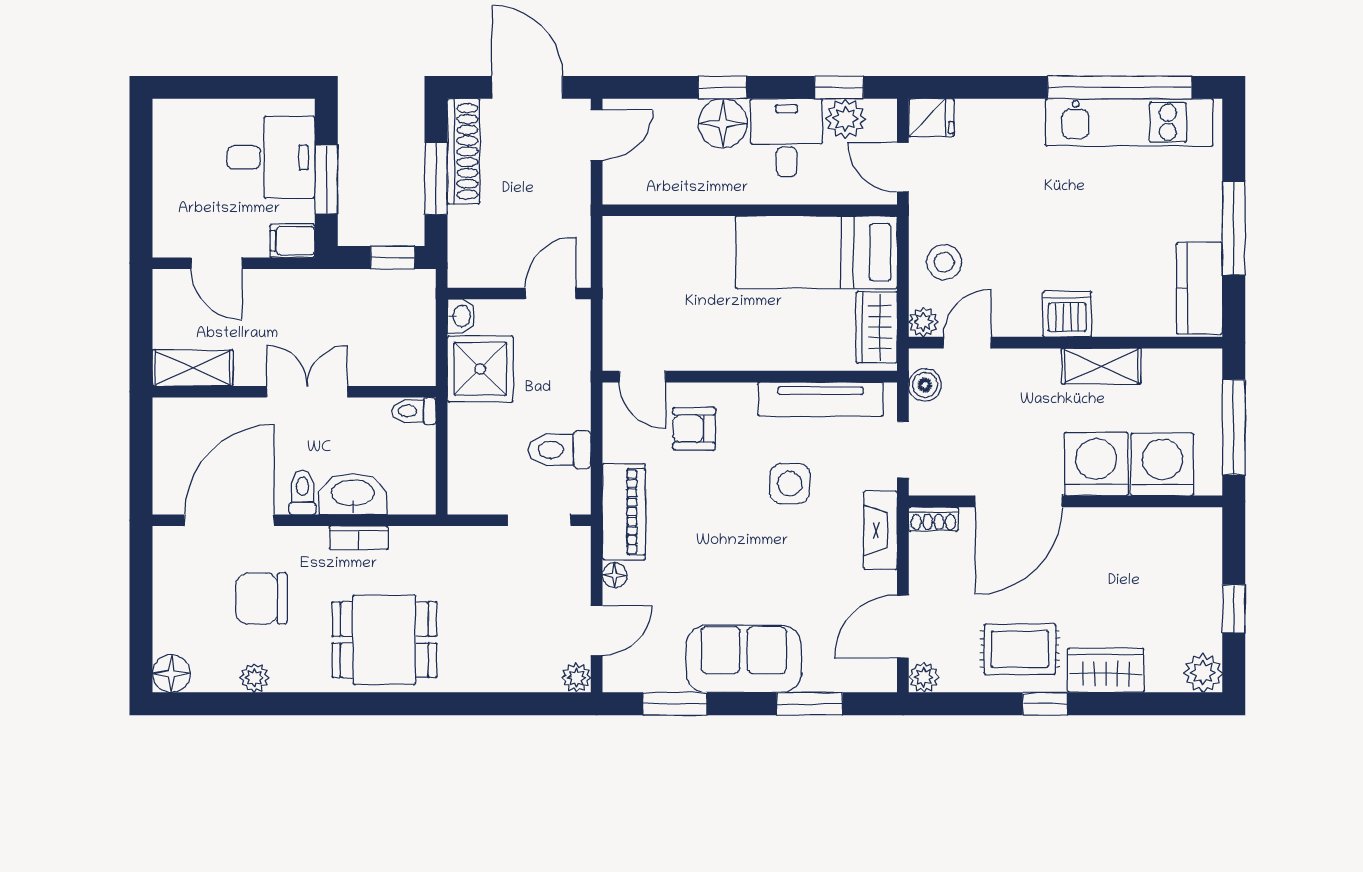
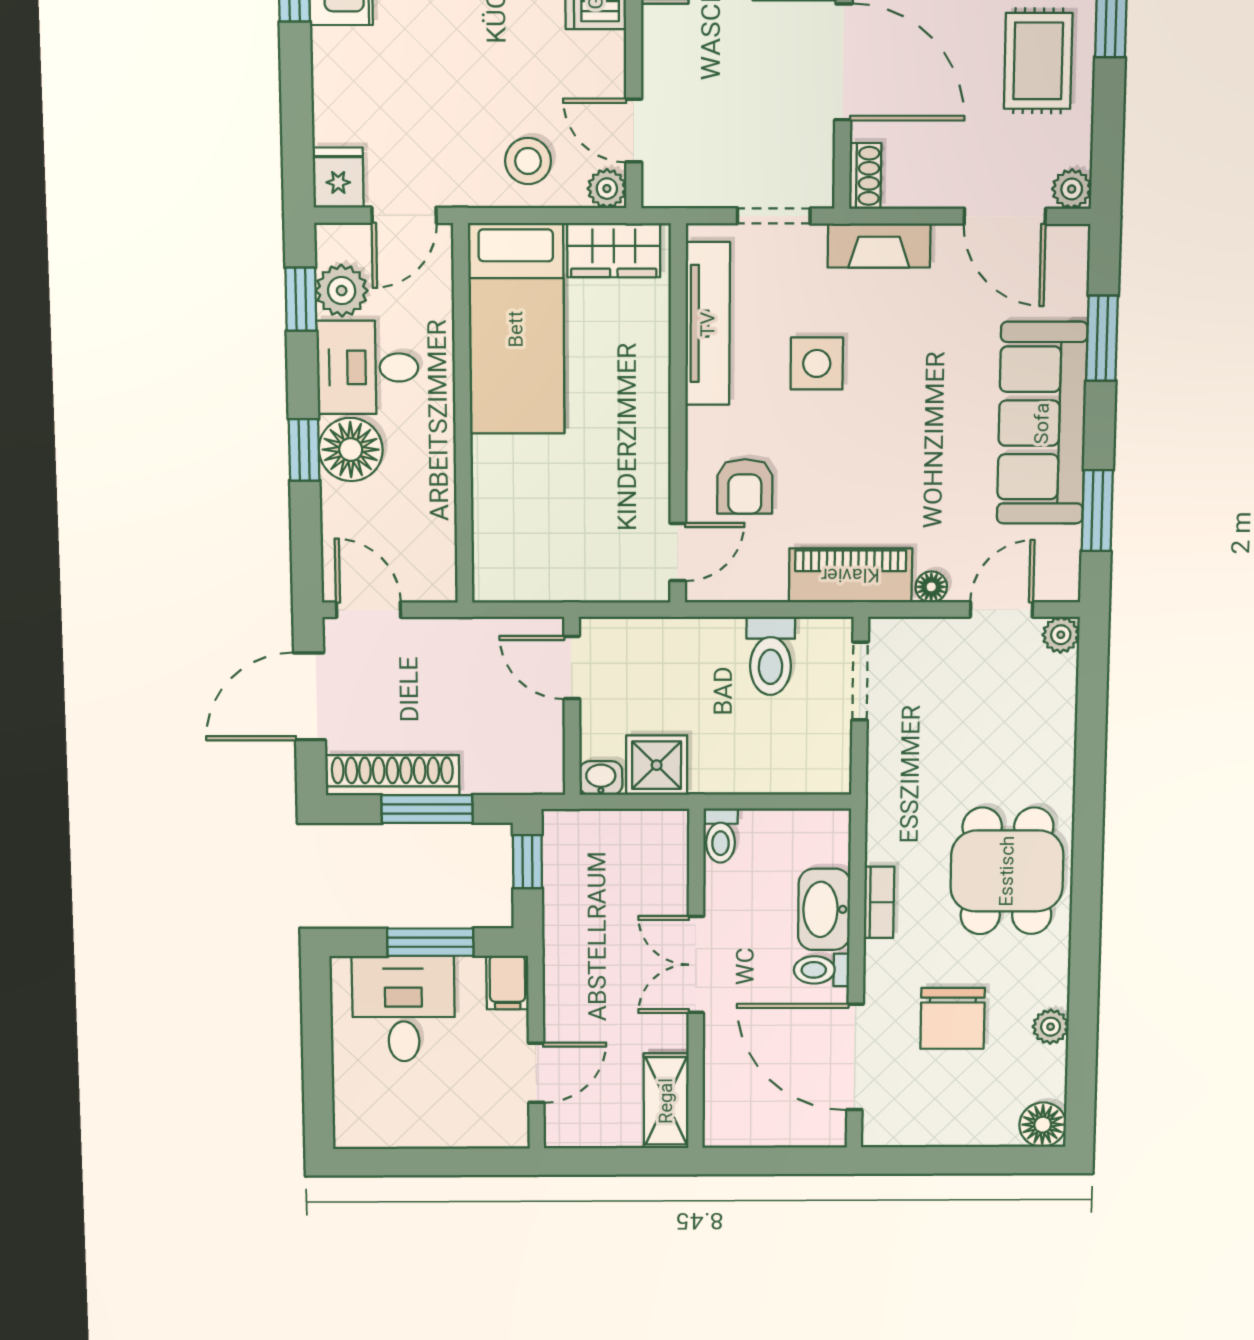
shower: (480, 369) -> (657, 765), width x0.73, depth x0.73
boiler: (925, 385) -> (689, 187), removed
door: (597, 631) -> (1001, 609), hinge flipped
sofa: (744, 659) -> (1042, 423), width x1.36

